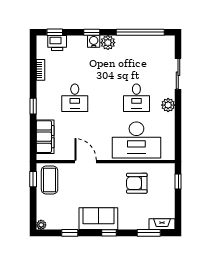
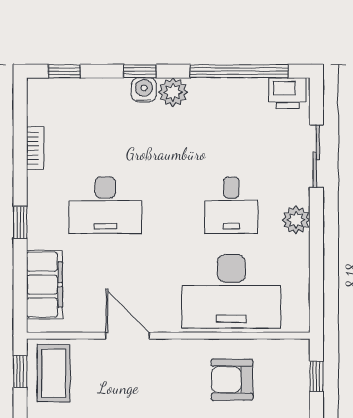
printer: (57, 43) -> (288, 93), moved
desk: (75, 98) -> (105, 205), width x1.37

